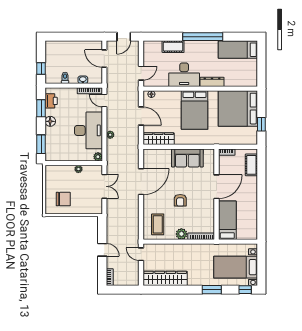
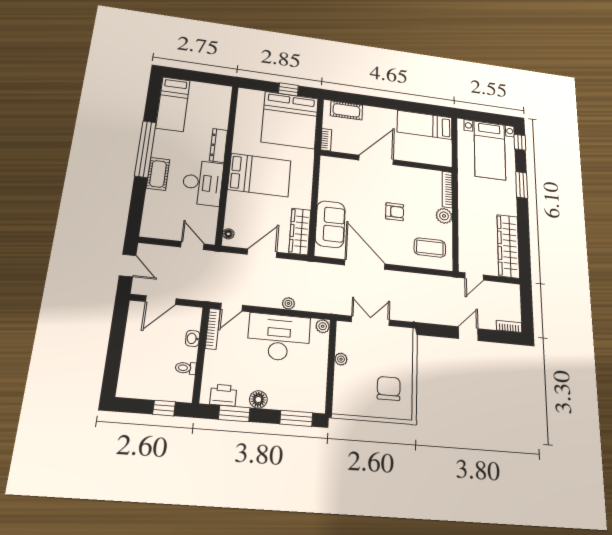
cot: (173, 47) -> (158, 174), moved
bed: (238, 109) -> (290, 120), moved
sofa: (187, 158) -> (330, 224), moved
door: (217, 187) -> (376, 160), hinge flipped
bed: (227, 220) -> (425, 125), moved

